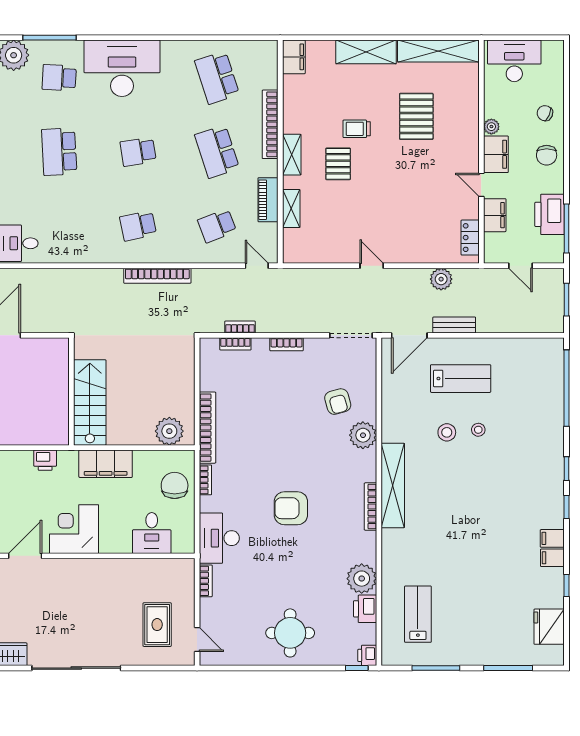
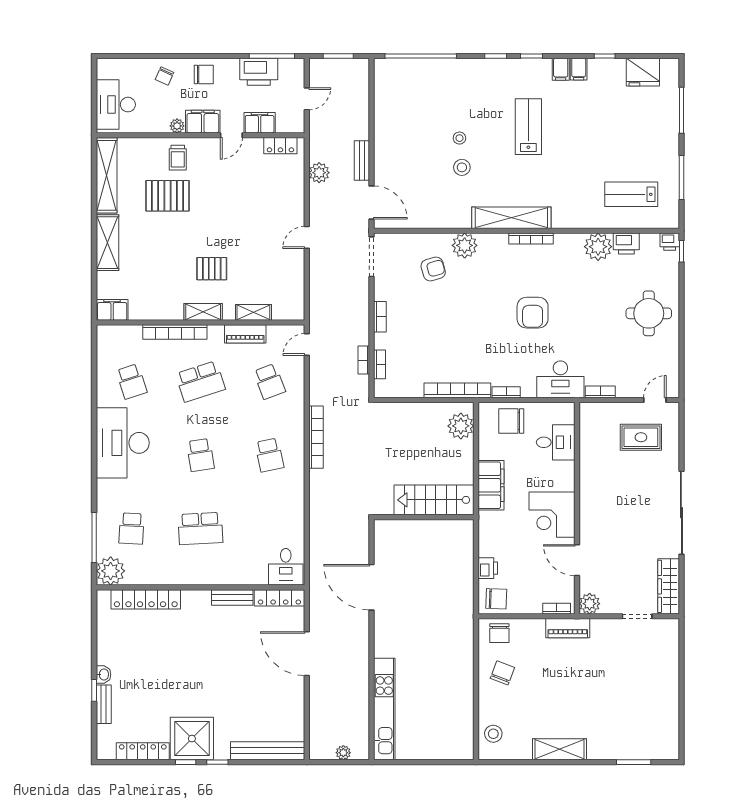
desk: (122, 68) -> (123, 443), moved
school desk: (217, 78) -> (131, 381), width x0.54
trolley: (357, 129) -> (178, 158), moved
lab bench: (461, 379) -> (528, 127), moved
printer: (45, 460) -> (488, 568), moved

